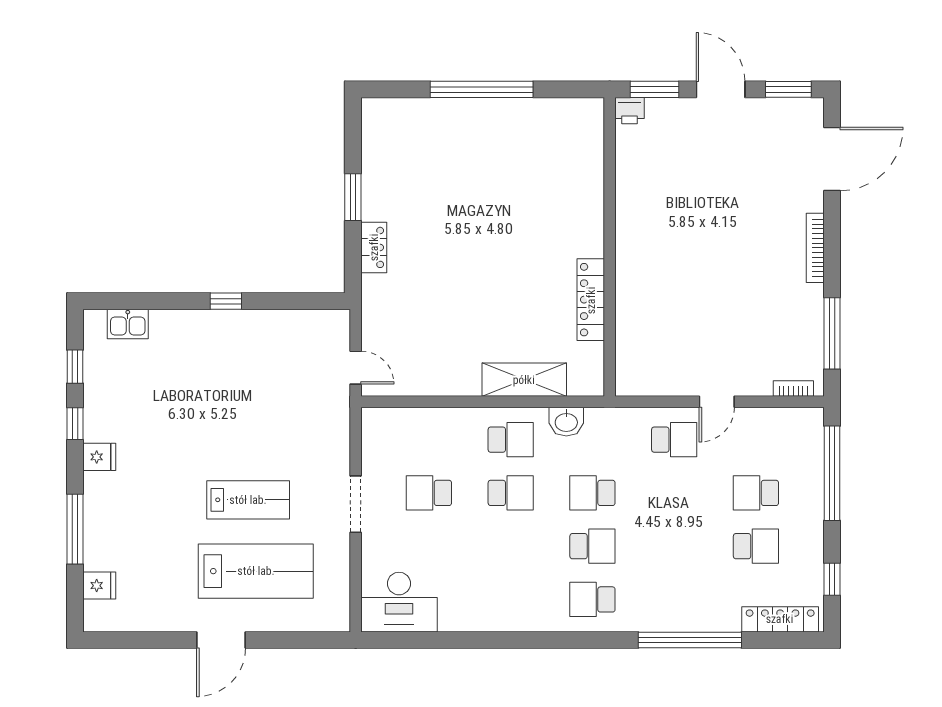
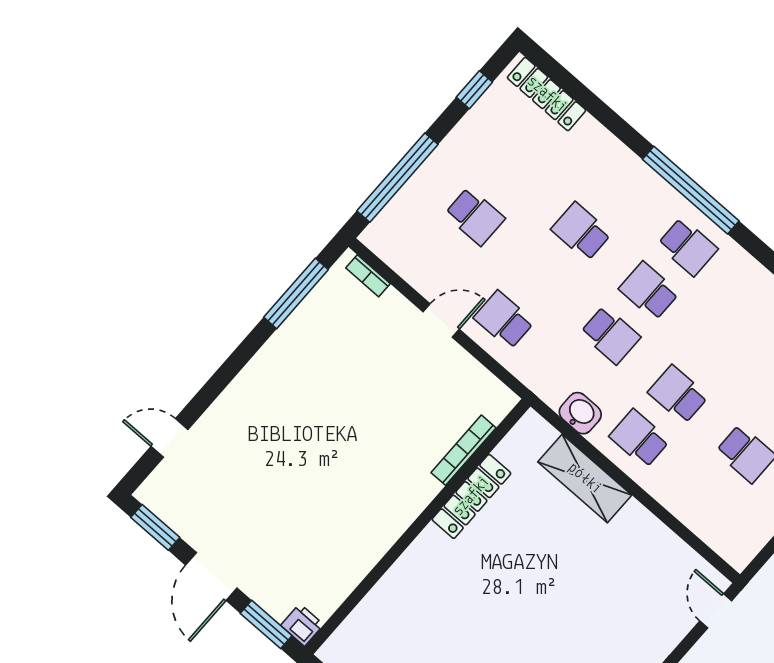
door: (832, 159) -> (169, 438), width x0.53
bookcase: (815, 248) -> (464, 450), moved, turned 180
school desk: (756, 546) -> (581, 232), moved
window: (690, 640) -> (691, 190), moved

